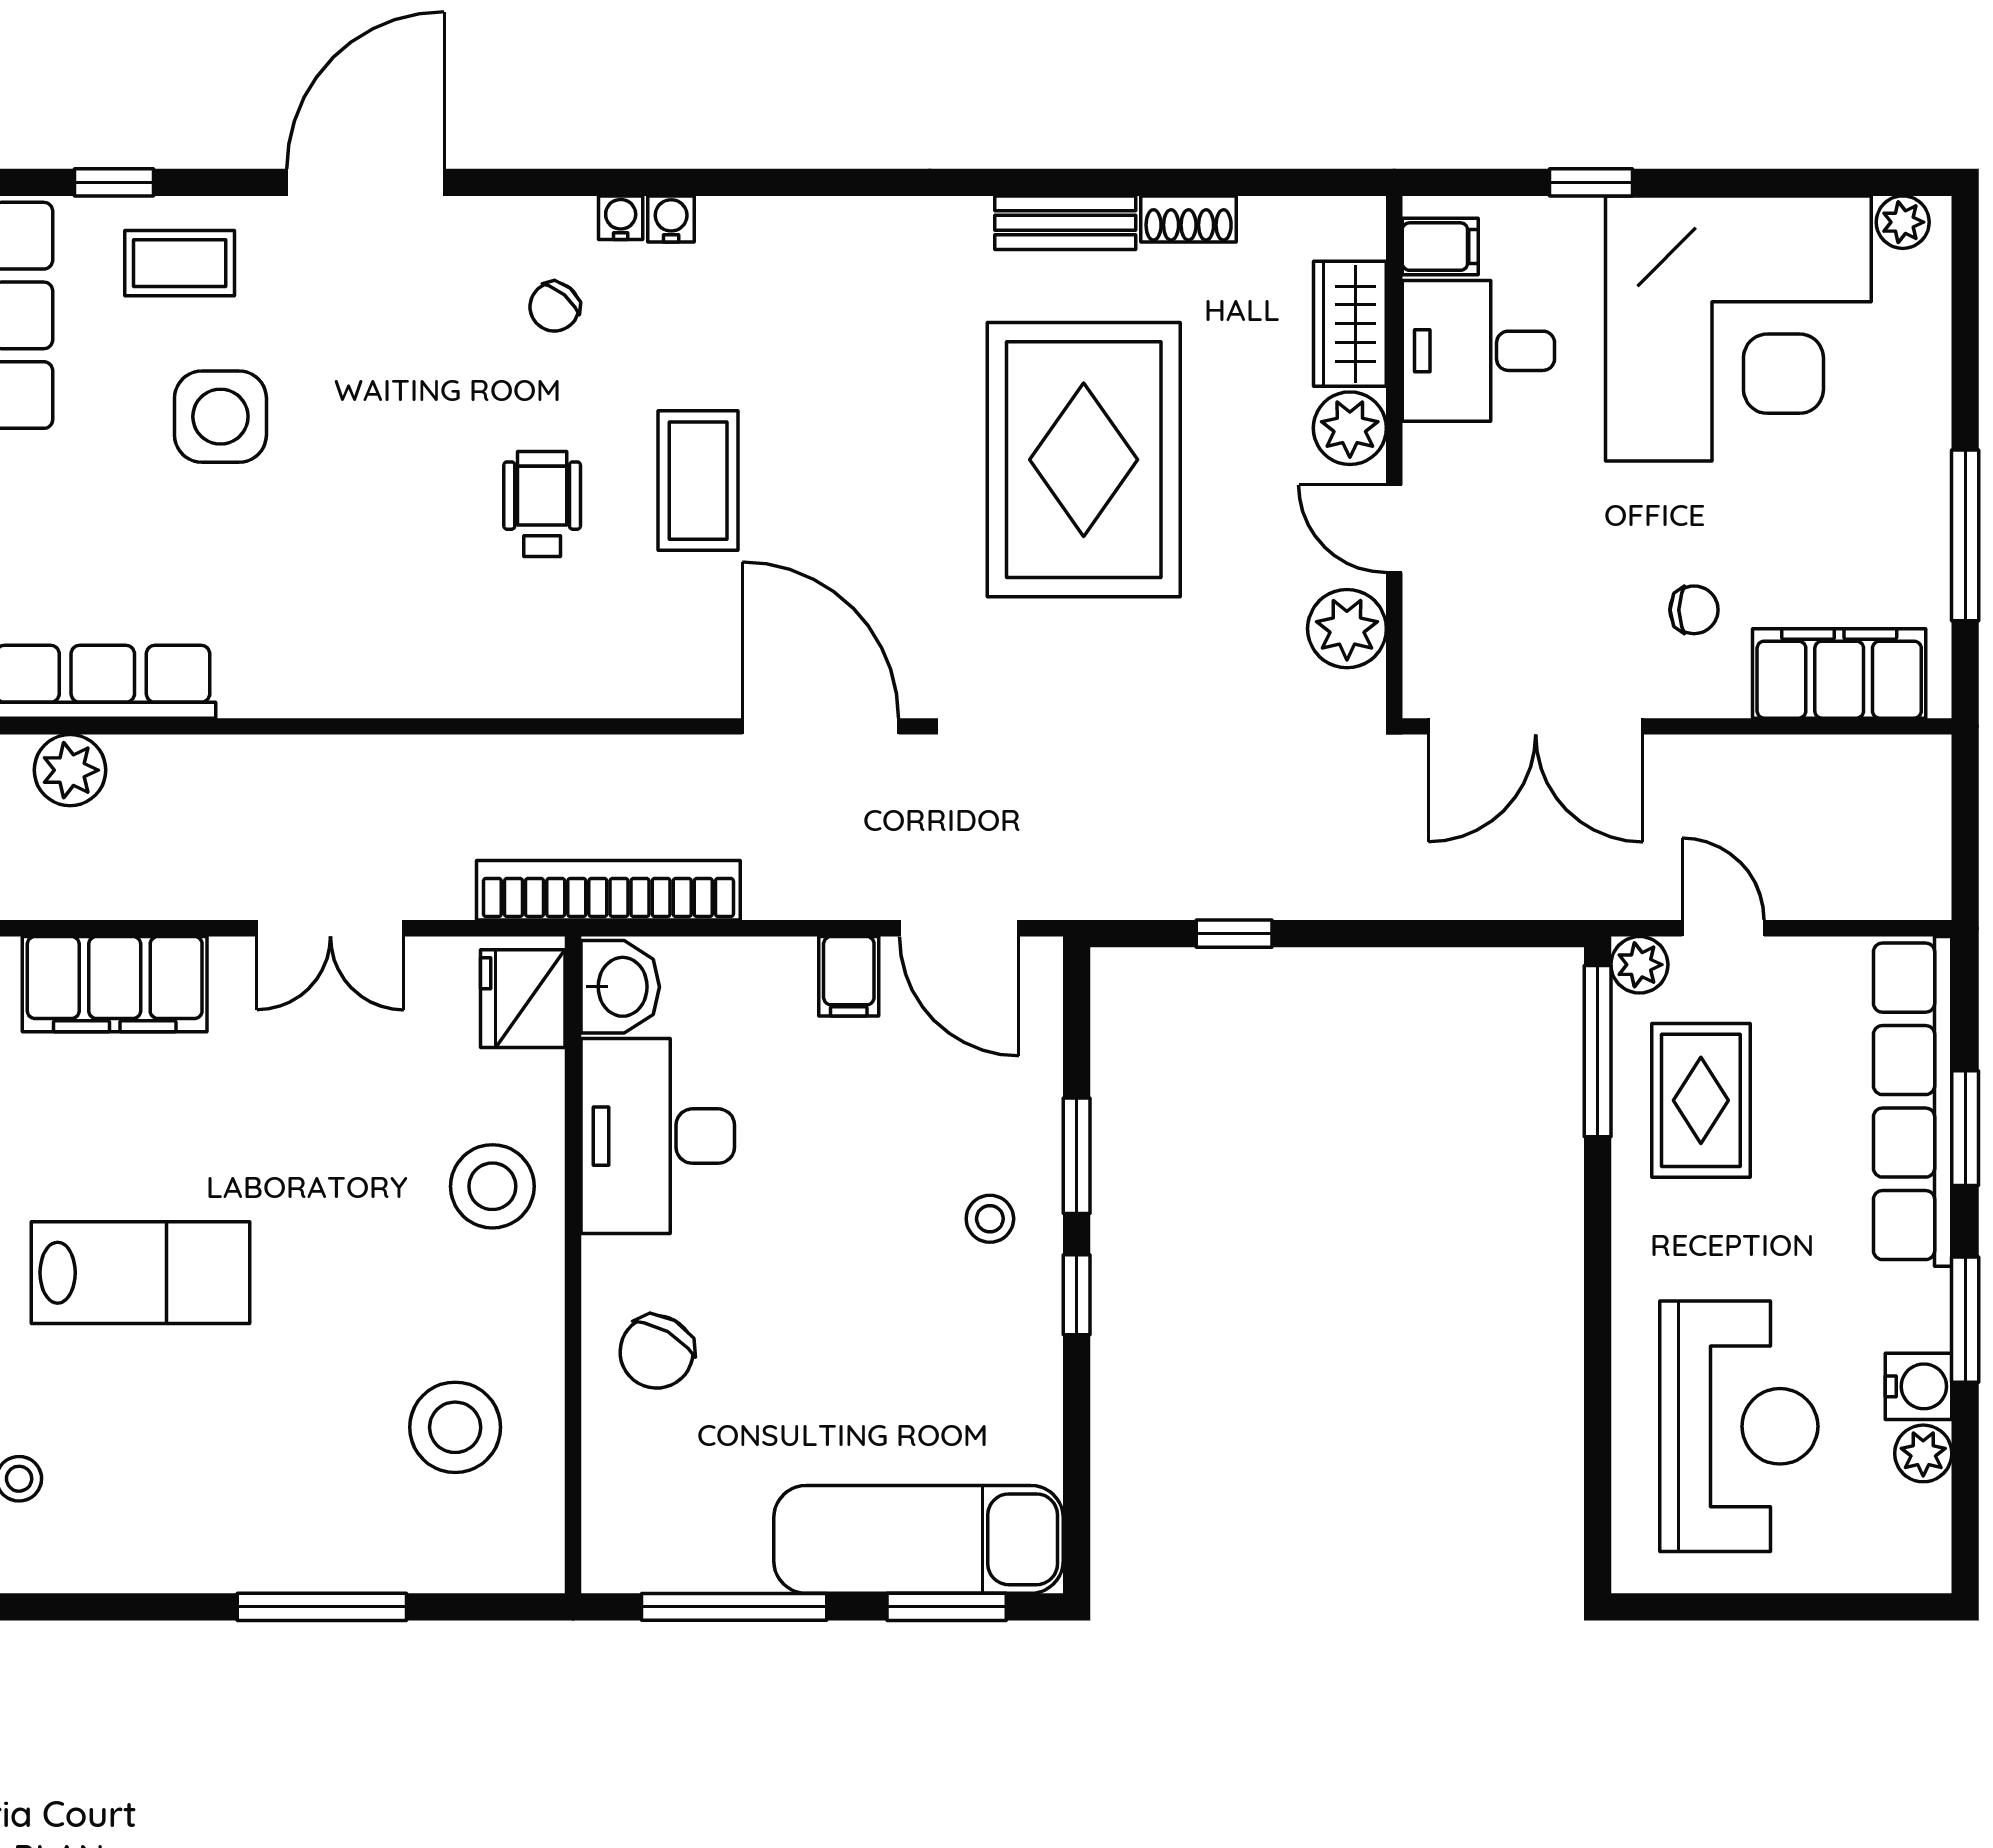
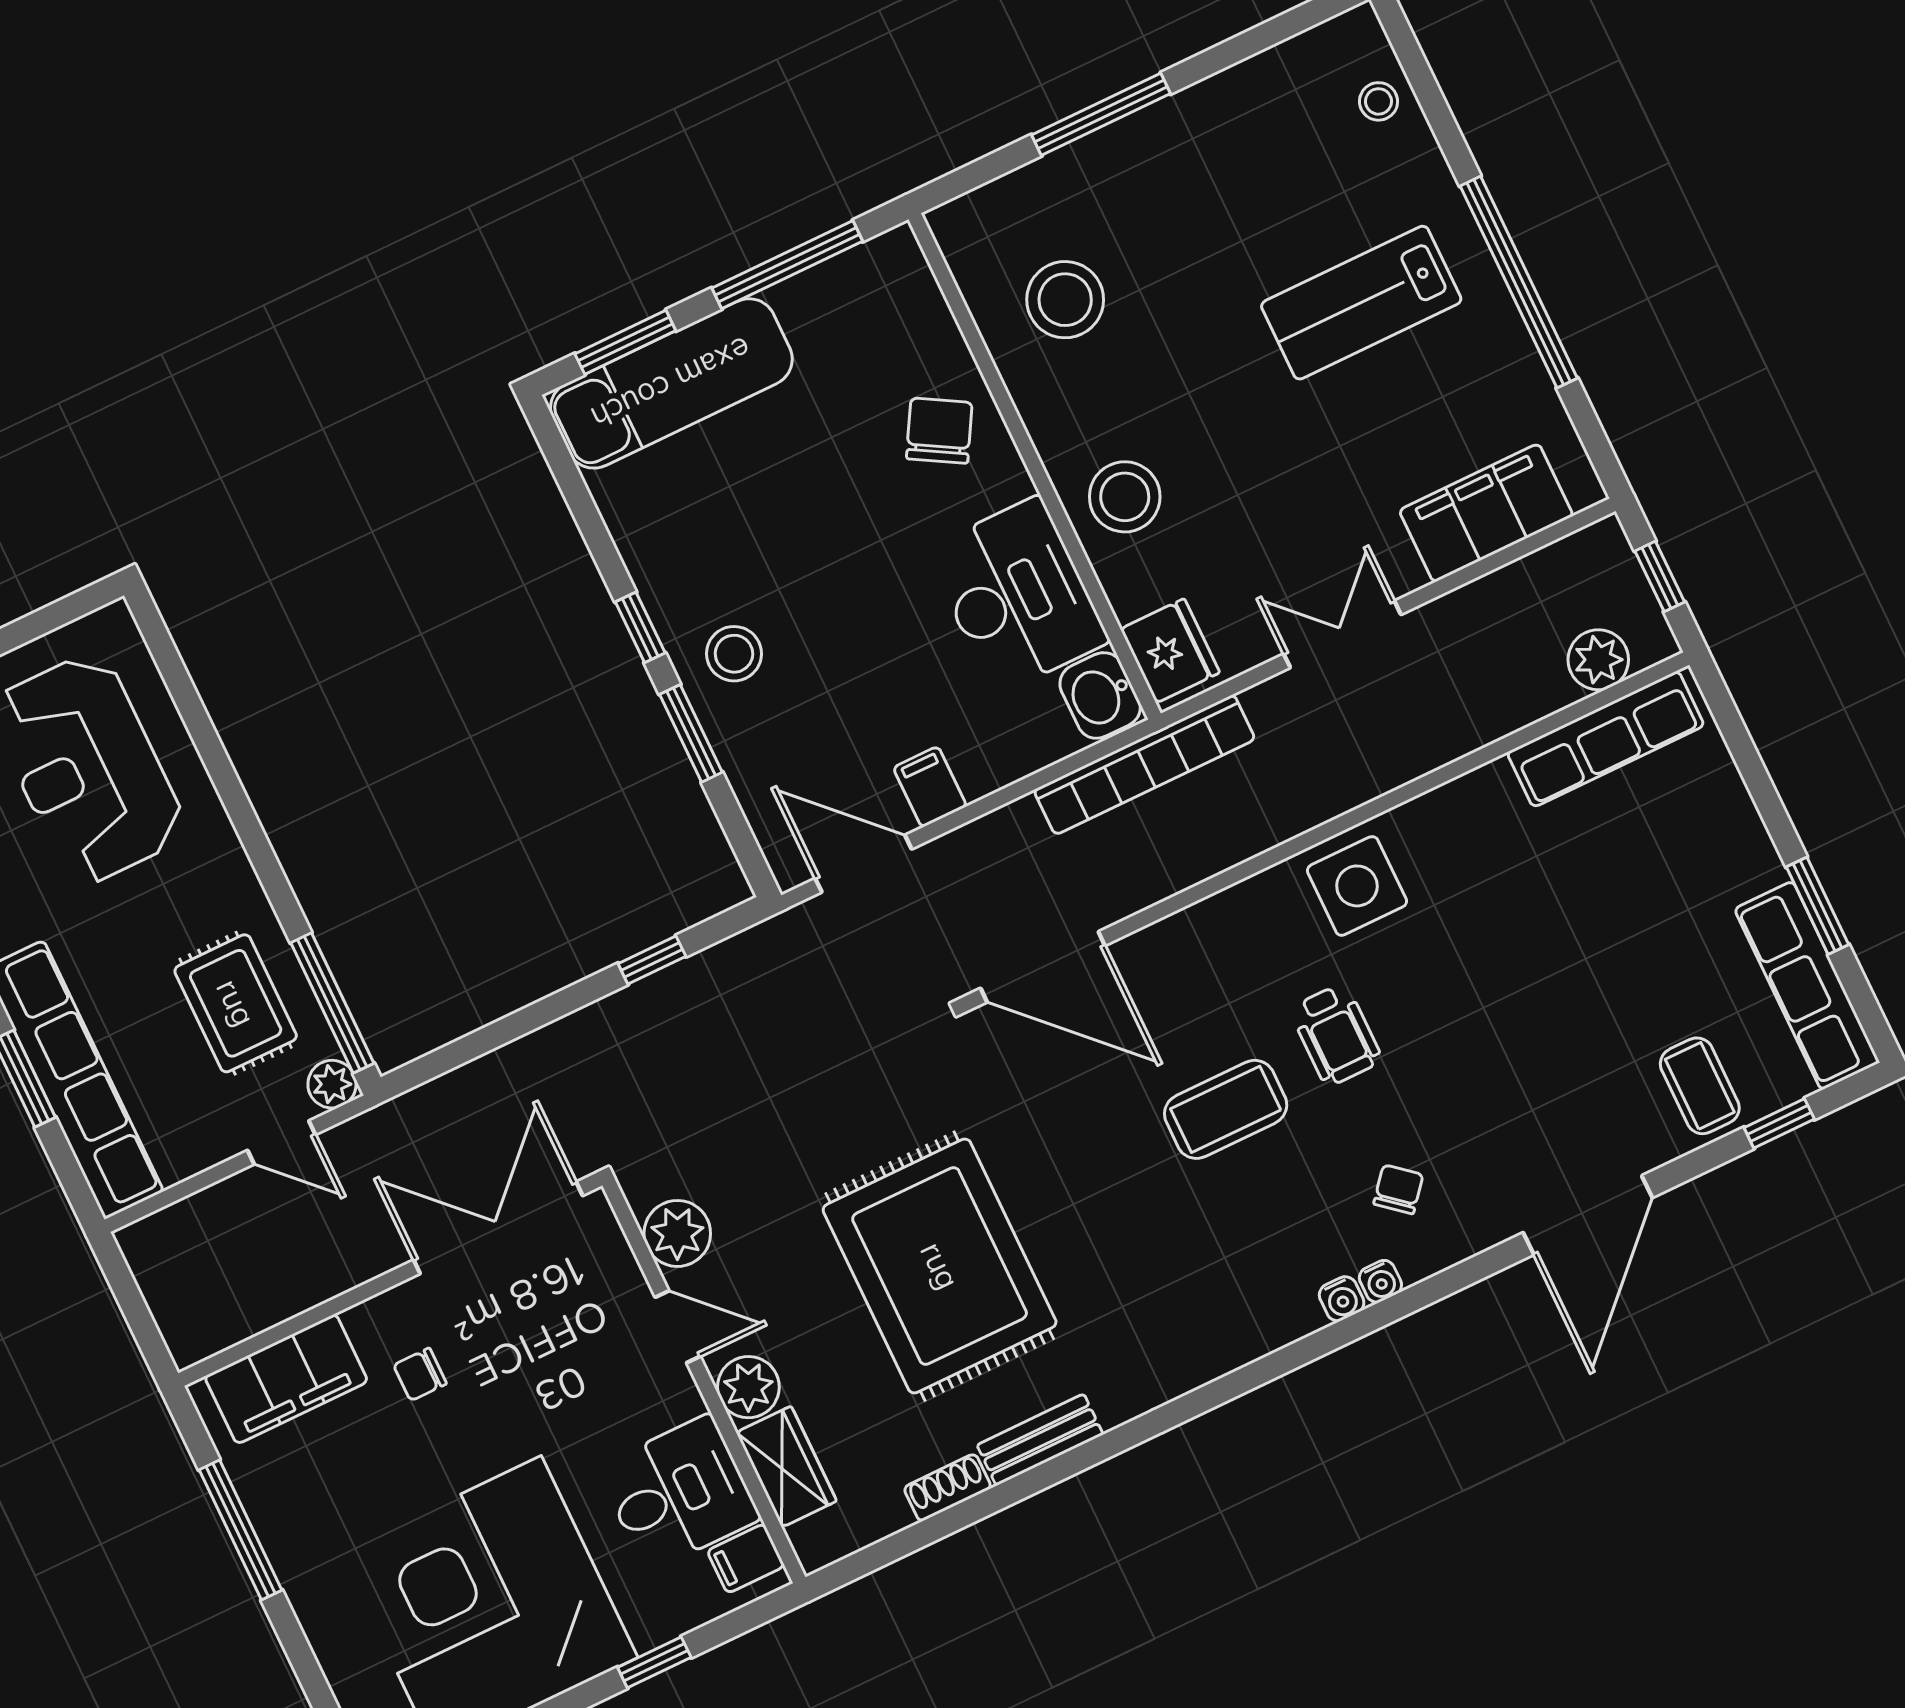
coffee table: (180, 263) -> (1700, 1086), turned 90
side table: (220, 417) -> (1357, 886), moved
coffee table: (698, 481) -> (1226, 1109), turned 90
stool: (990, 1219) -> (734, 654), width x1.37, depth x1.37

